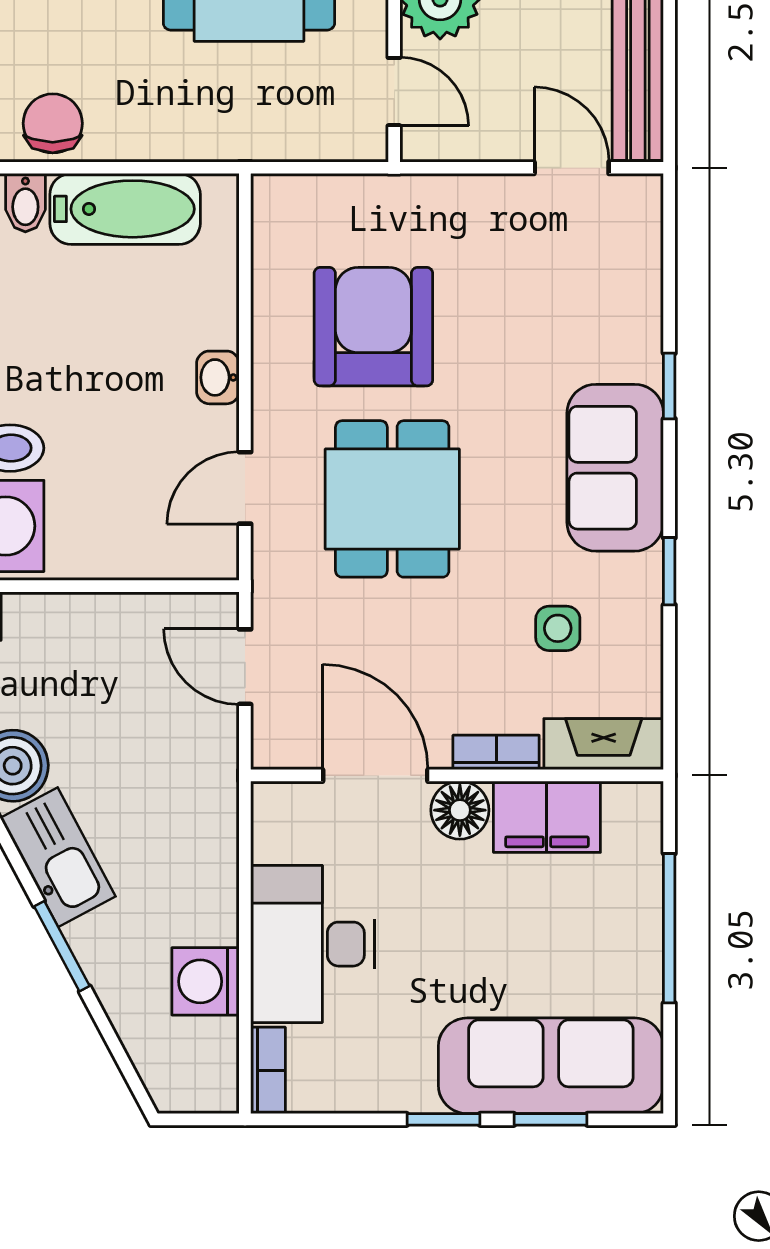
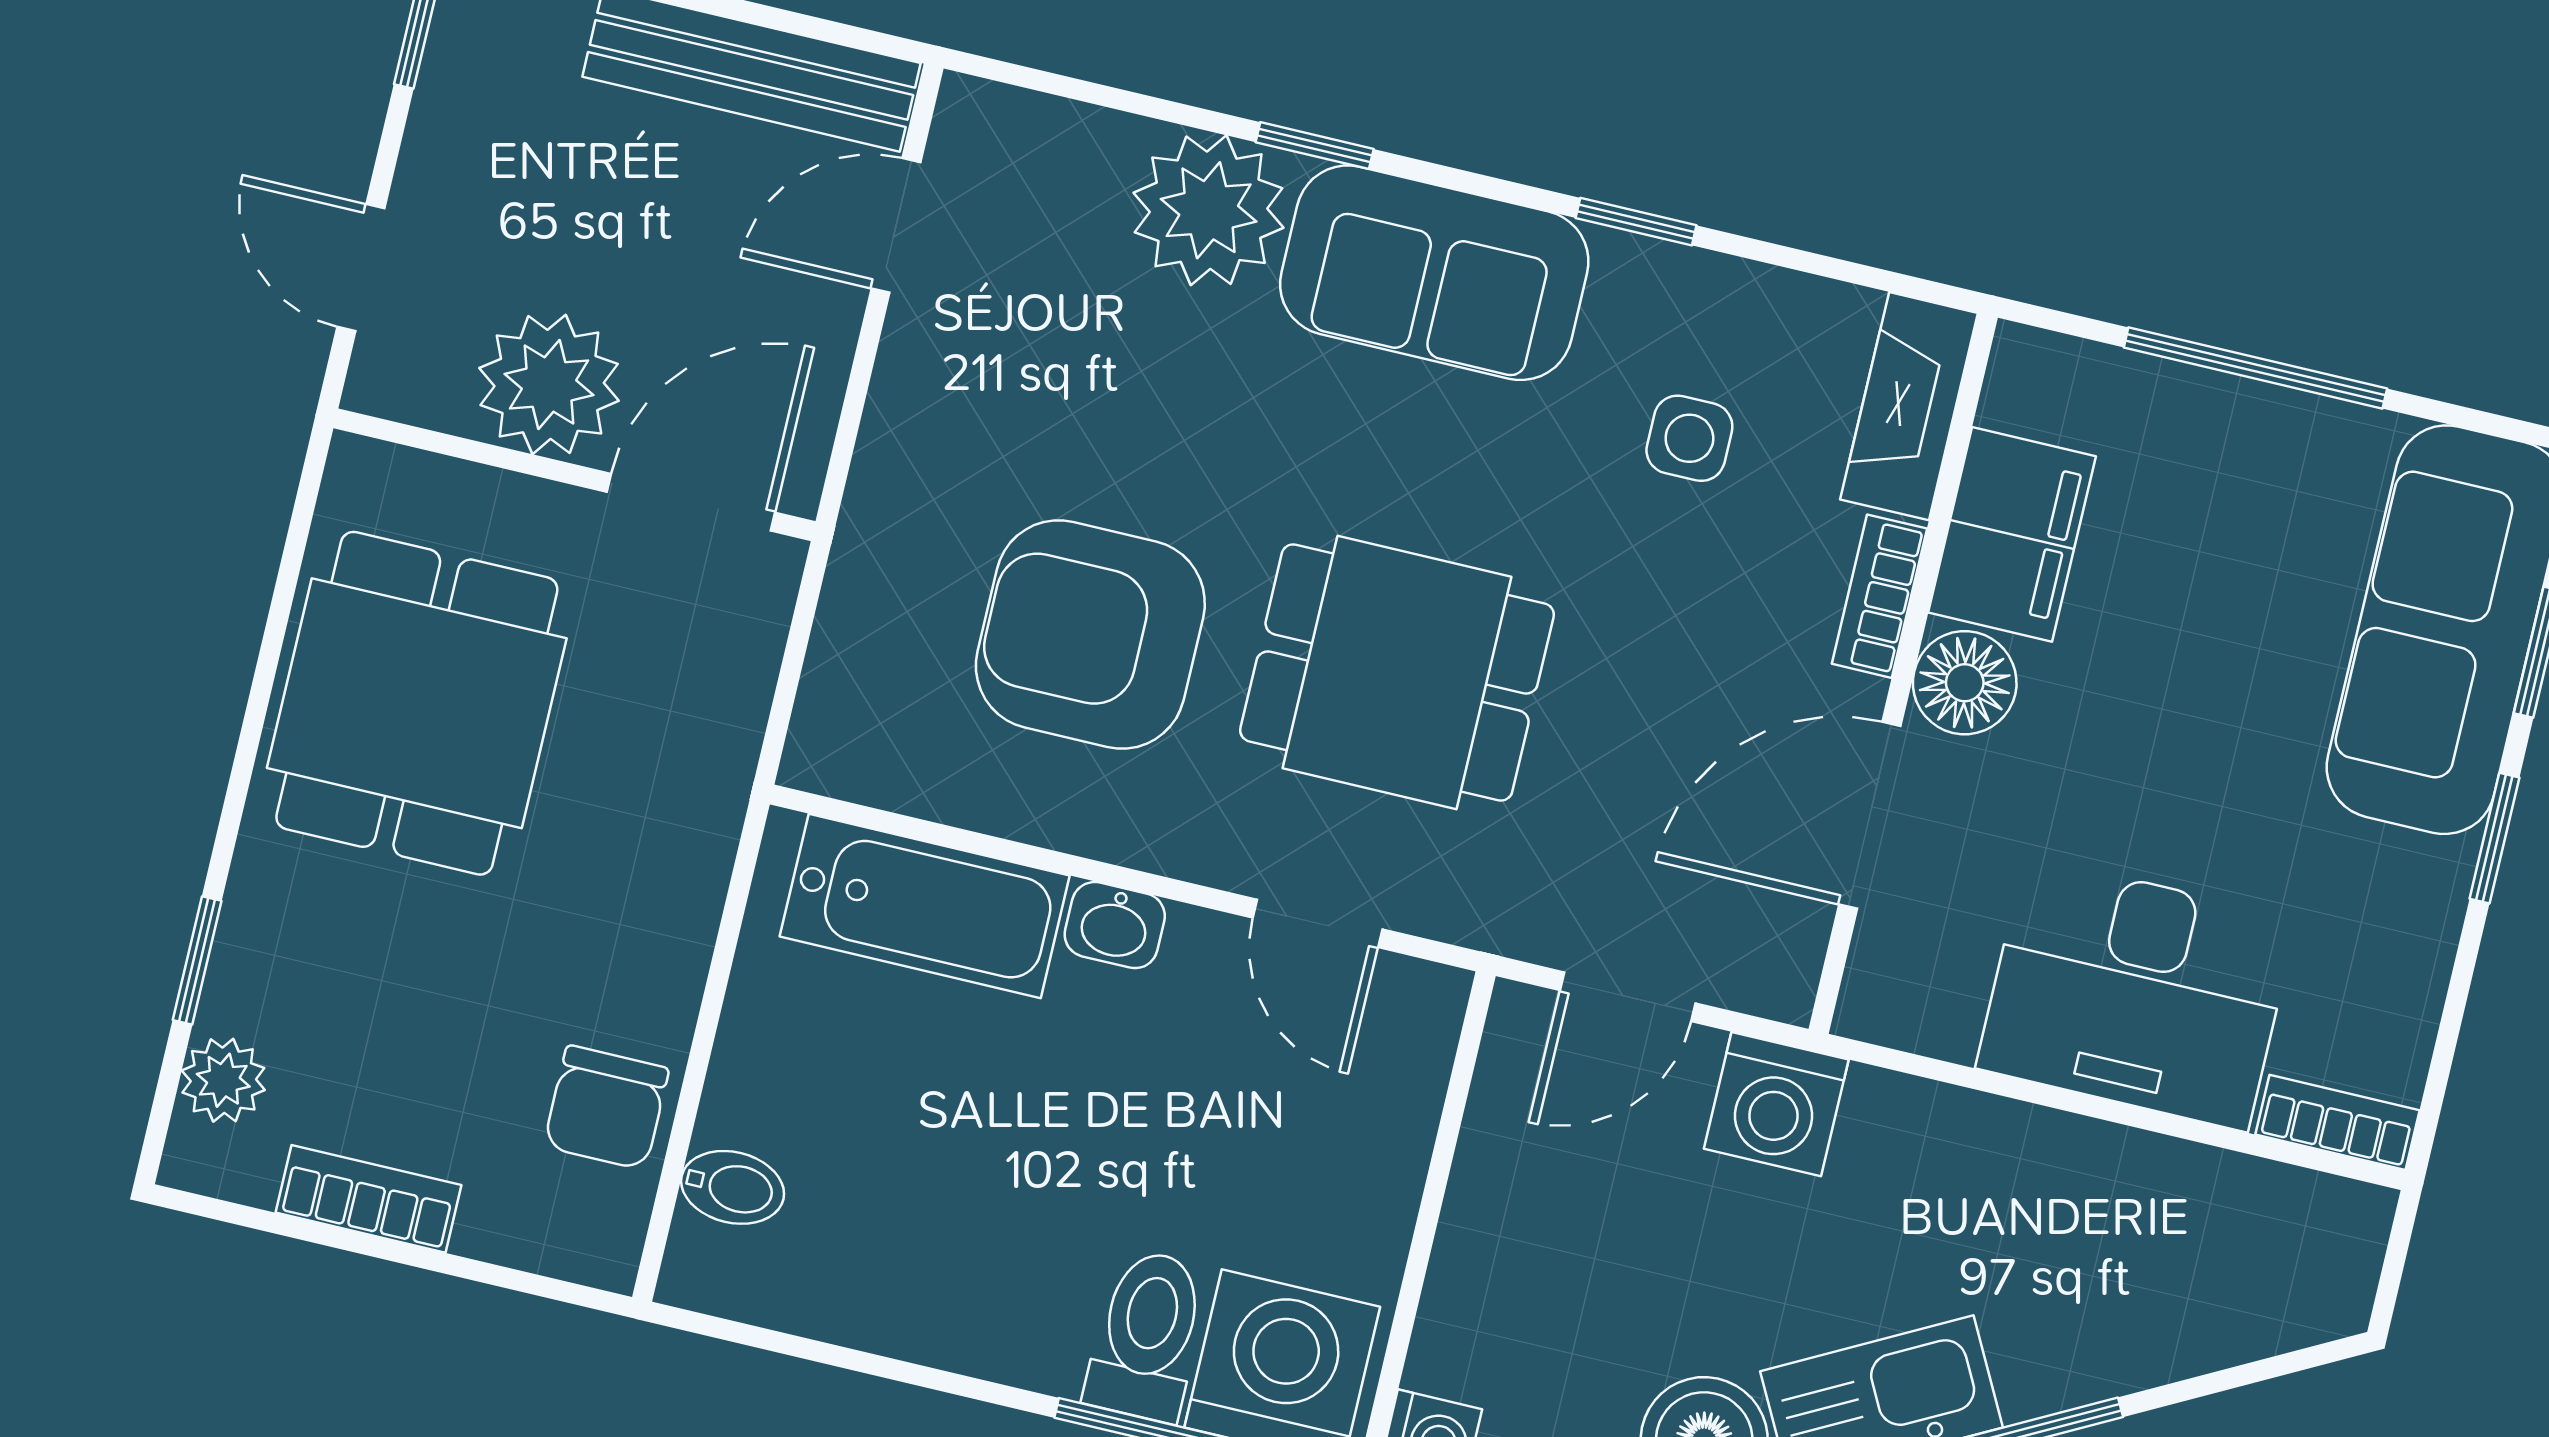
door: (394, 92) -> (691, 502), width x1.38
chair: (53, 123) -> (606, 1107), turned -90
bathtub: (125, 209) -> (925, 906), moved, turned 90
plant: (620, 336) -> (1209, 210), added
washing machine: (206, 981) -> (1776, 1104), moved

